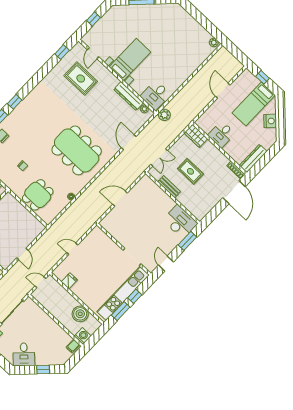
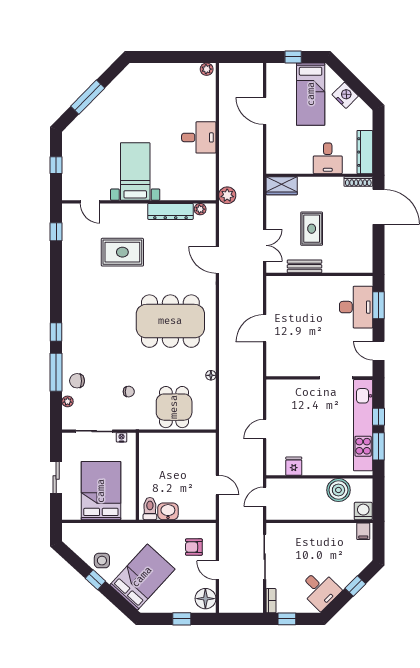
rug: (81, 79) -> (122, 252), moved
desk: (156, 95) -> (199, 137), moved, turned -90
desk: (221, 134) -> (328, 158), moved
rug: (190, 171) -> (312, 229), turned 90
desk: (180, 222) -> (356, 307), moved, turned 90

